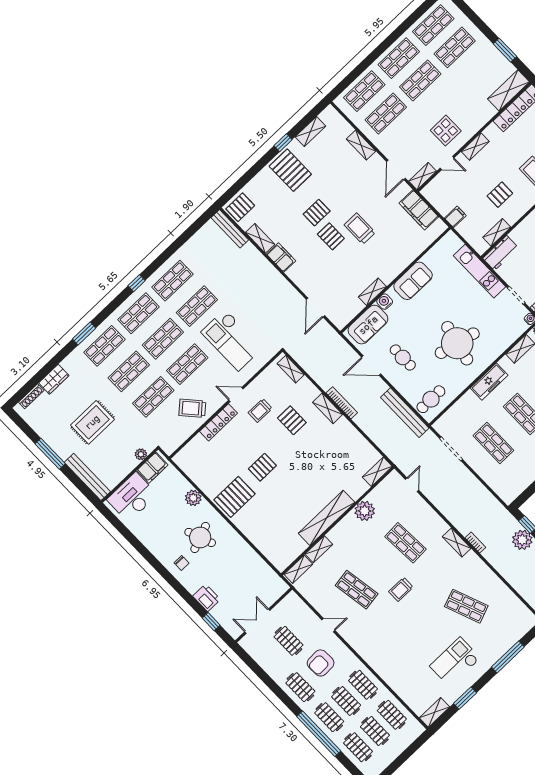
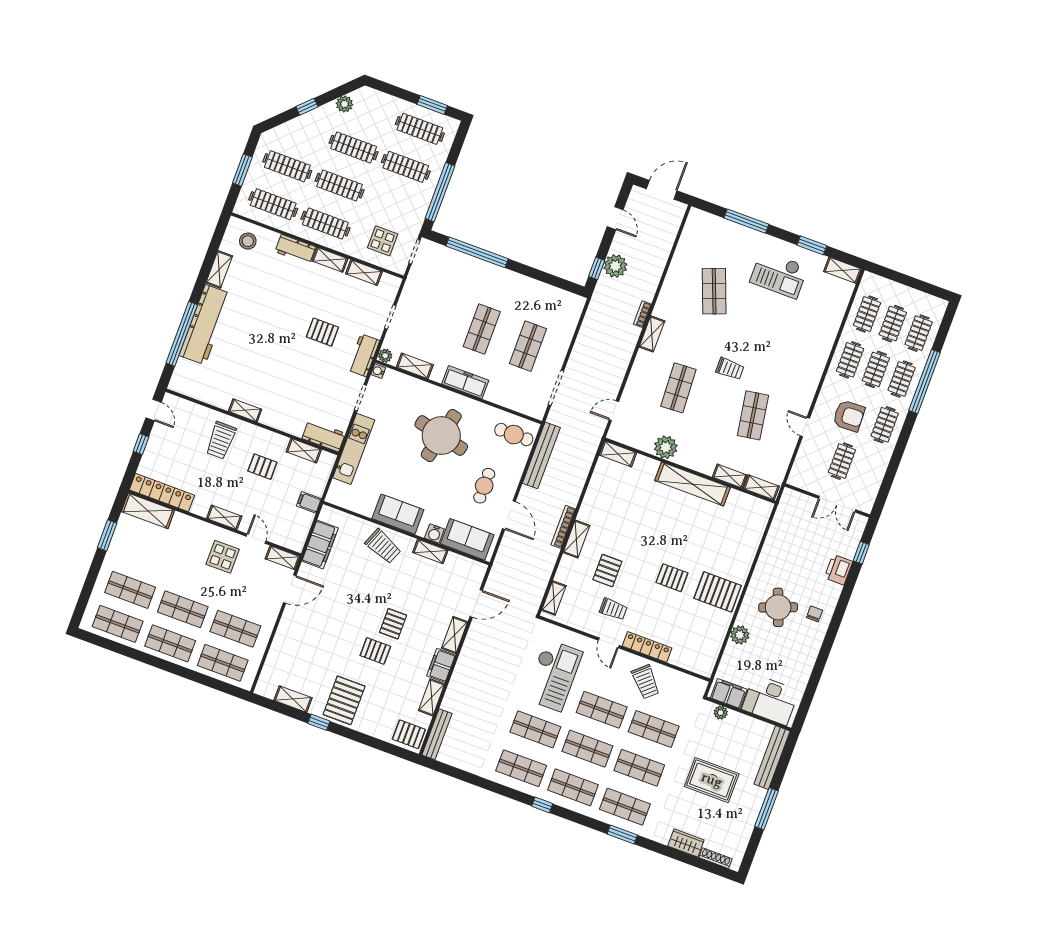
shelving: (361, 145) -> (455, 635), moved
trolley: (360, 229) -> (383, 546), moved, turned -68

